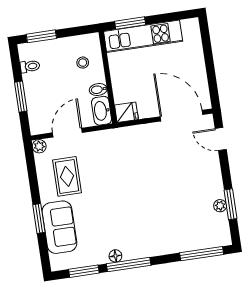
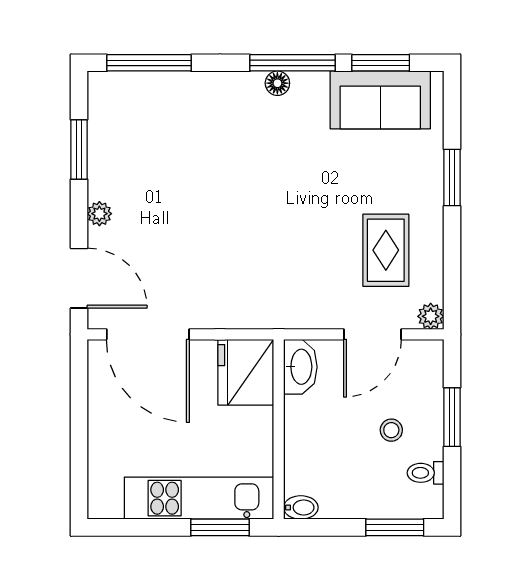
stool: (83, 63) -> (391, 430), moved
bidet: (98, 90) -> (301, 507), moved
fridge: (126, 112) -> (246, 372), width x1.88, depth x1.34
door: (221, 139) -> (79, 278), width x1.38
plant: (220, 206) -> (99, 214), moved
sofa: (59, 227) -> (380, 100), moved, turned -90
floor lamp: (115, 256) -> (277, 83), moved

